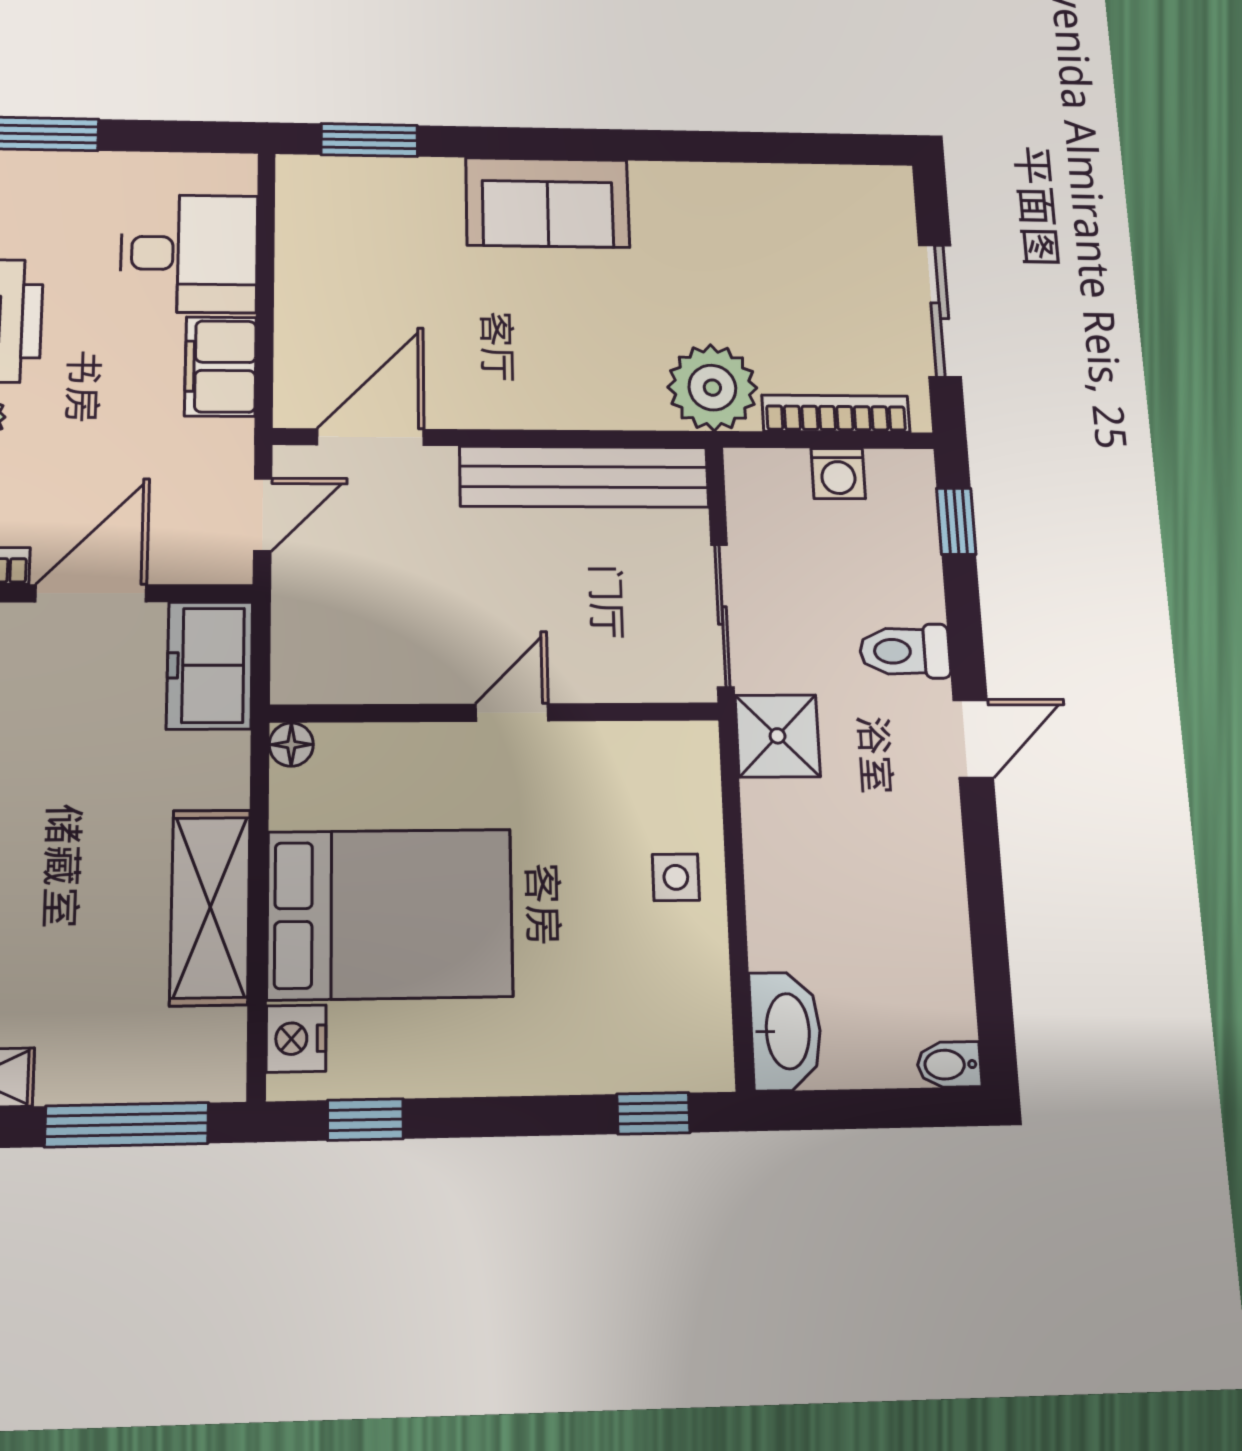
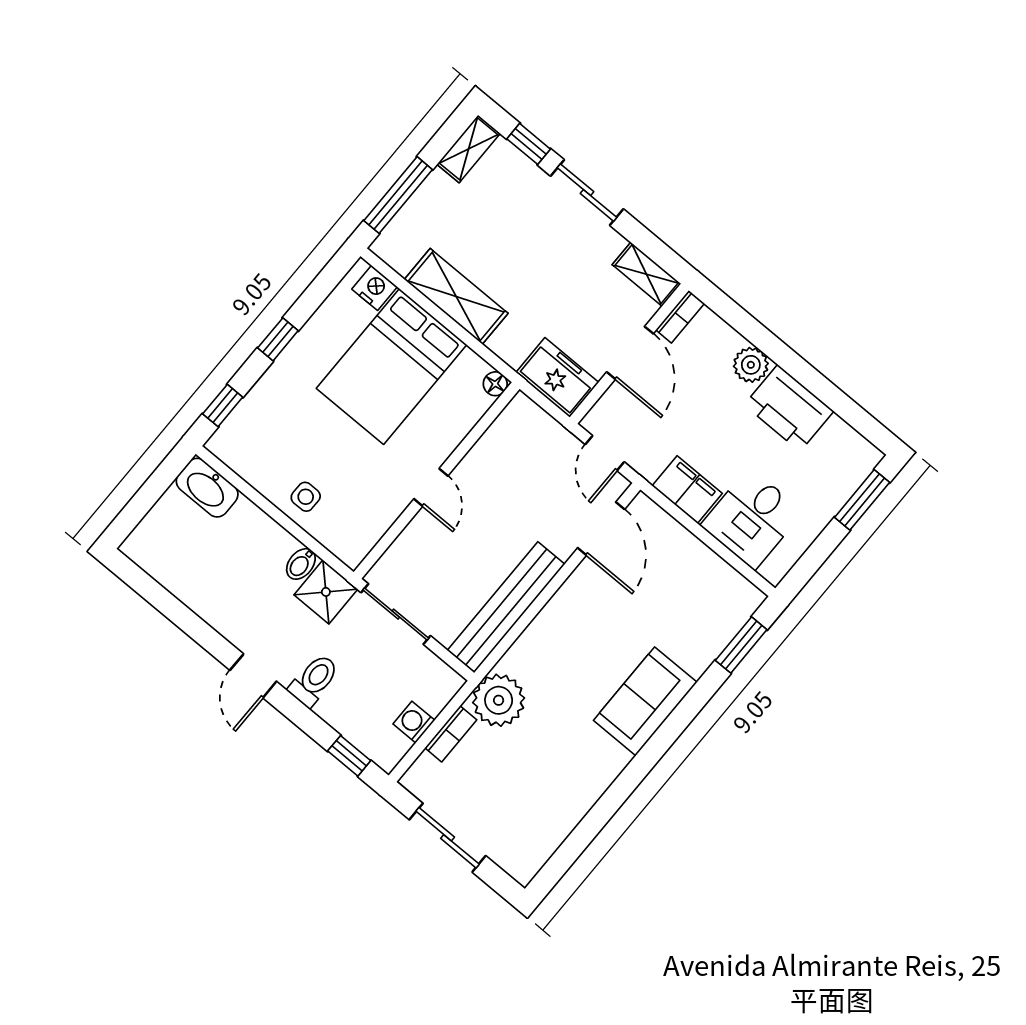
bookcase: (836, 414) -> (451, 734), width x0.64
bidet: (949, 1065) -> (301, 564), moved, turned 180
window: (365, 1120) -> (278, 339), moved

